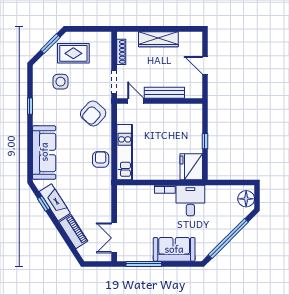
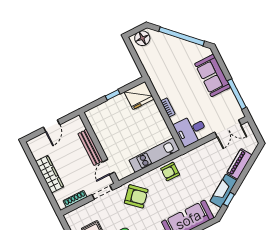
desk: (190, 201) -> (191, 130), moved

